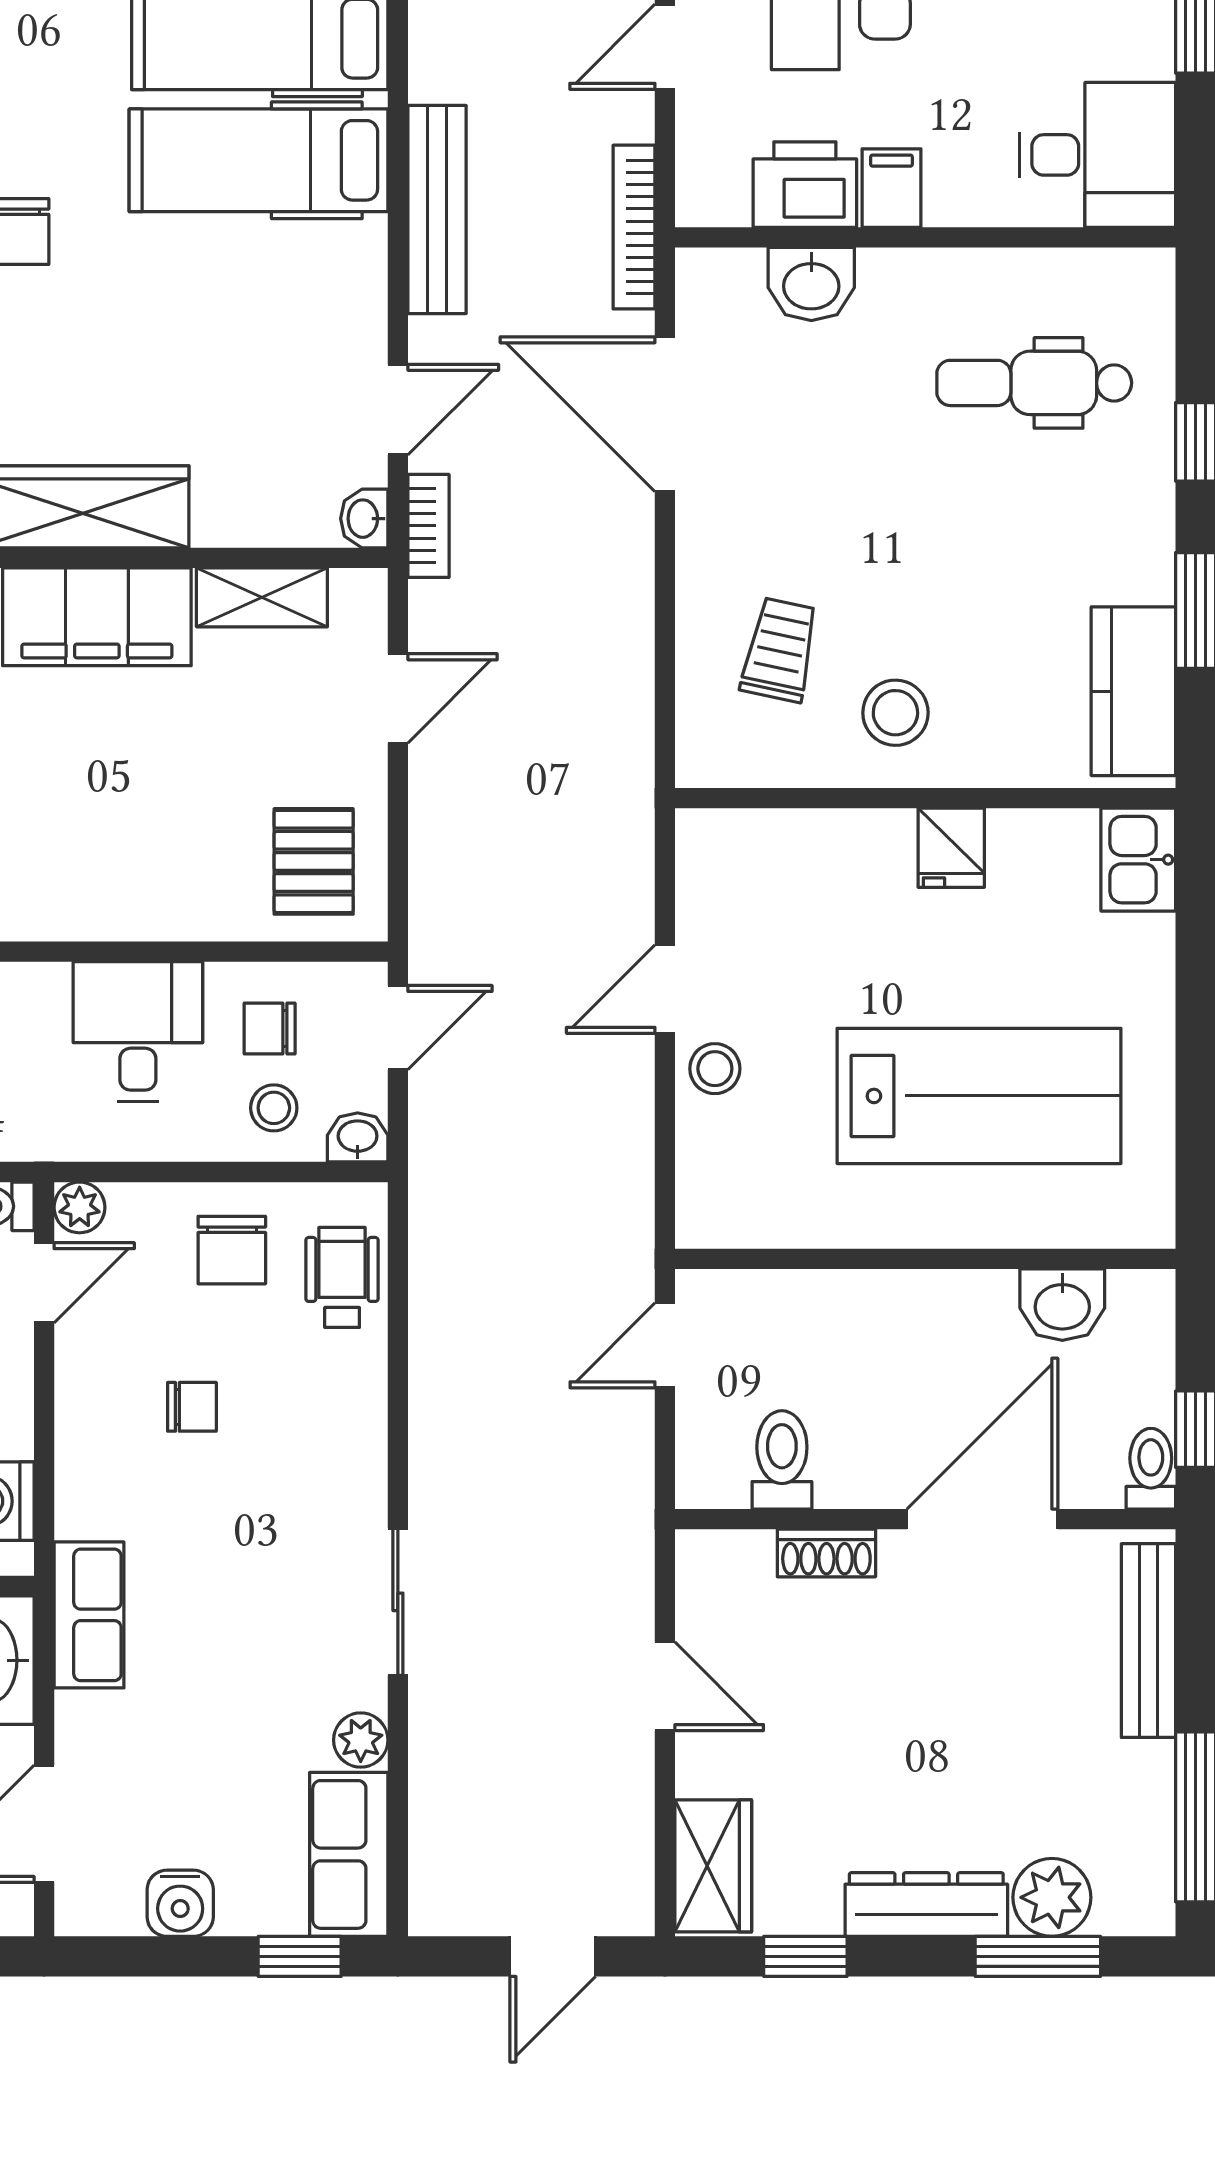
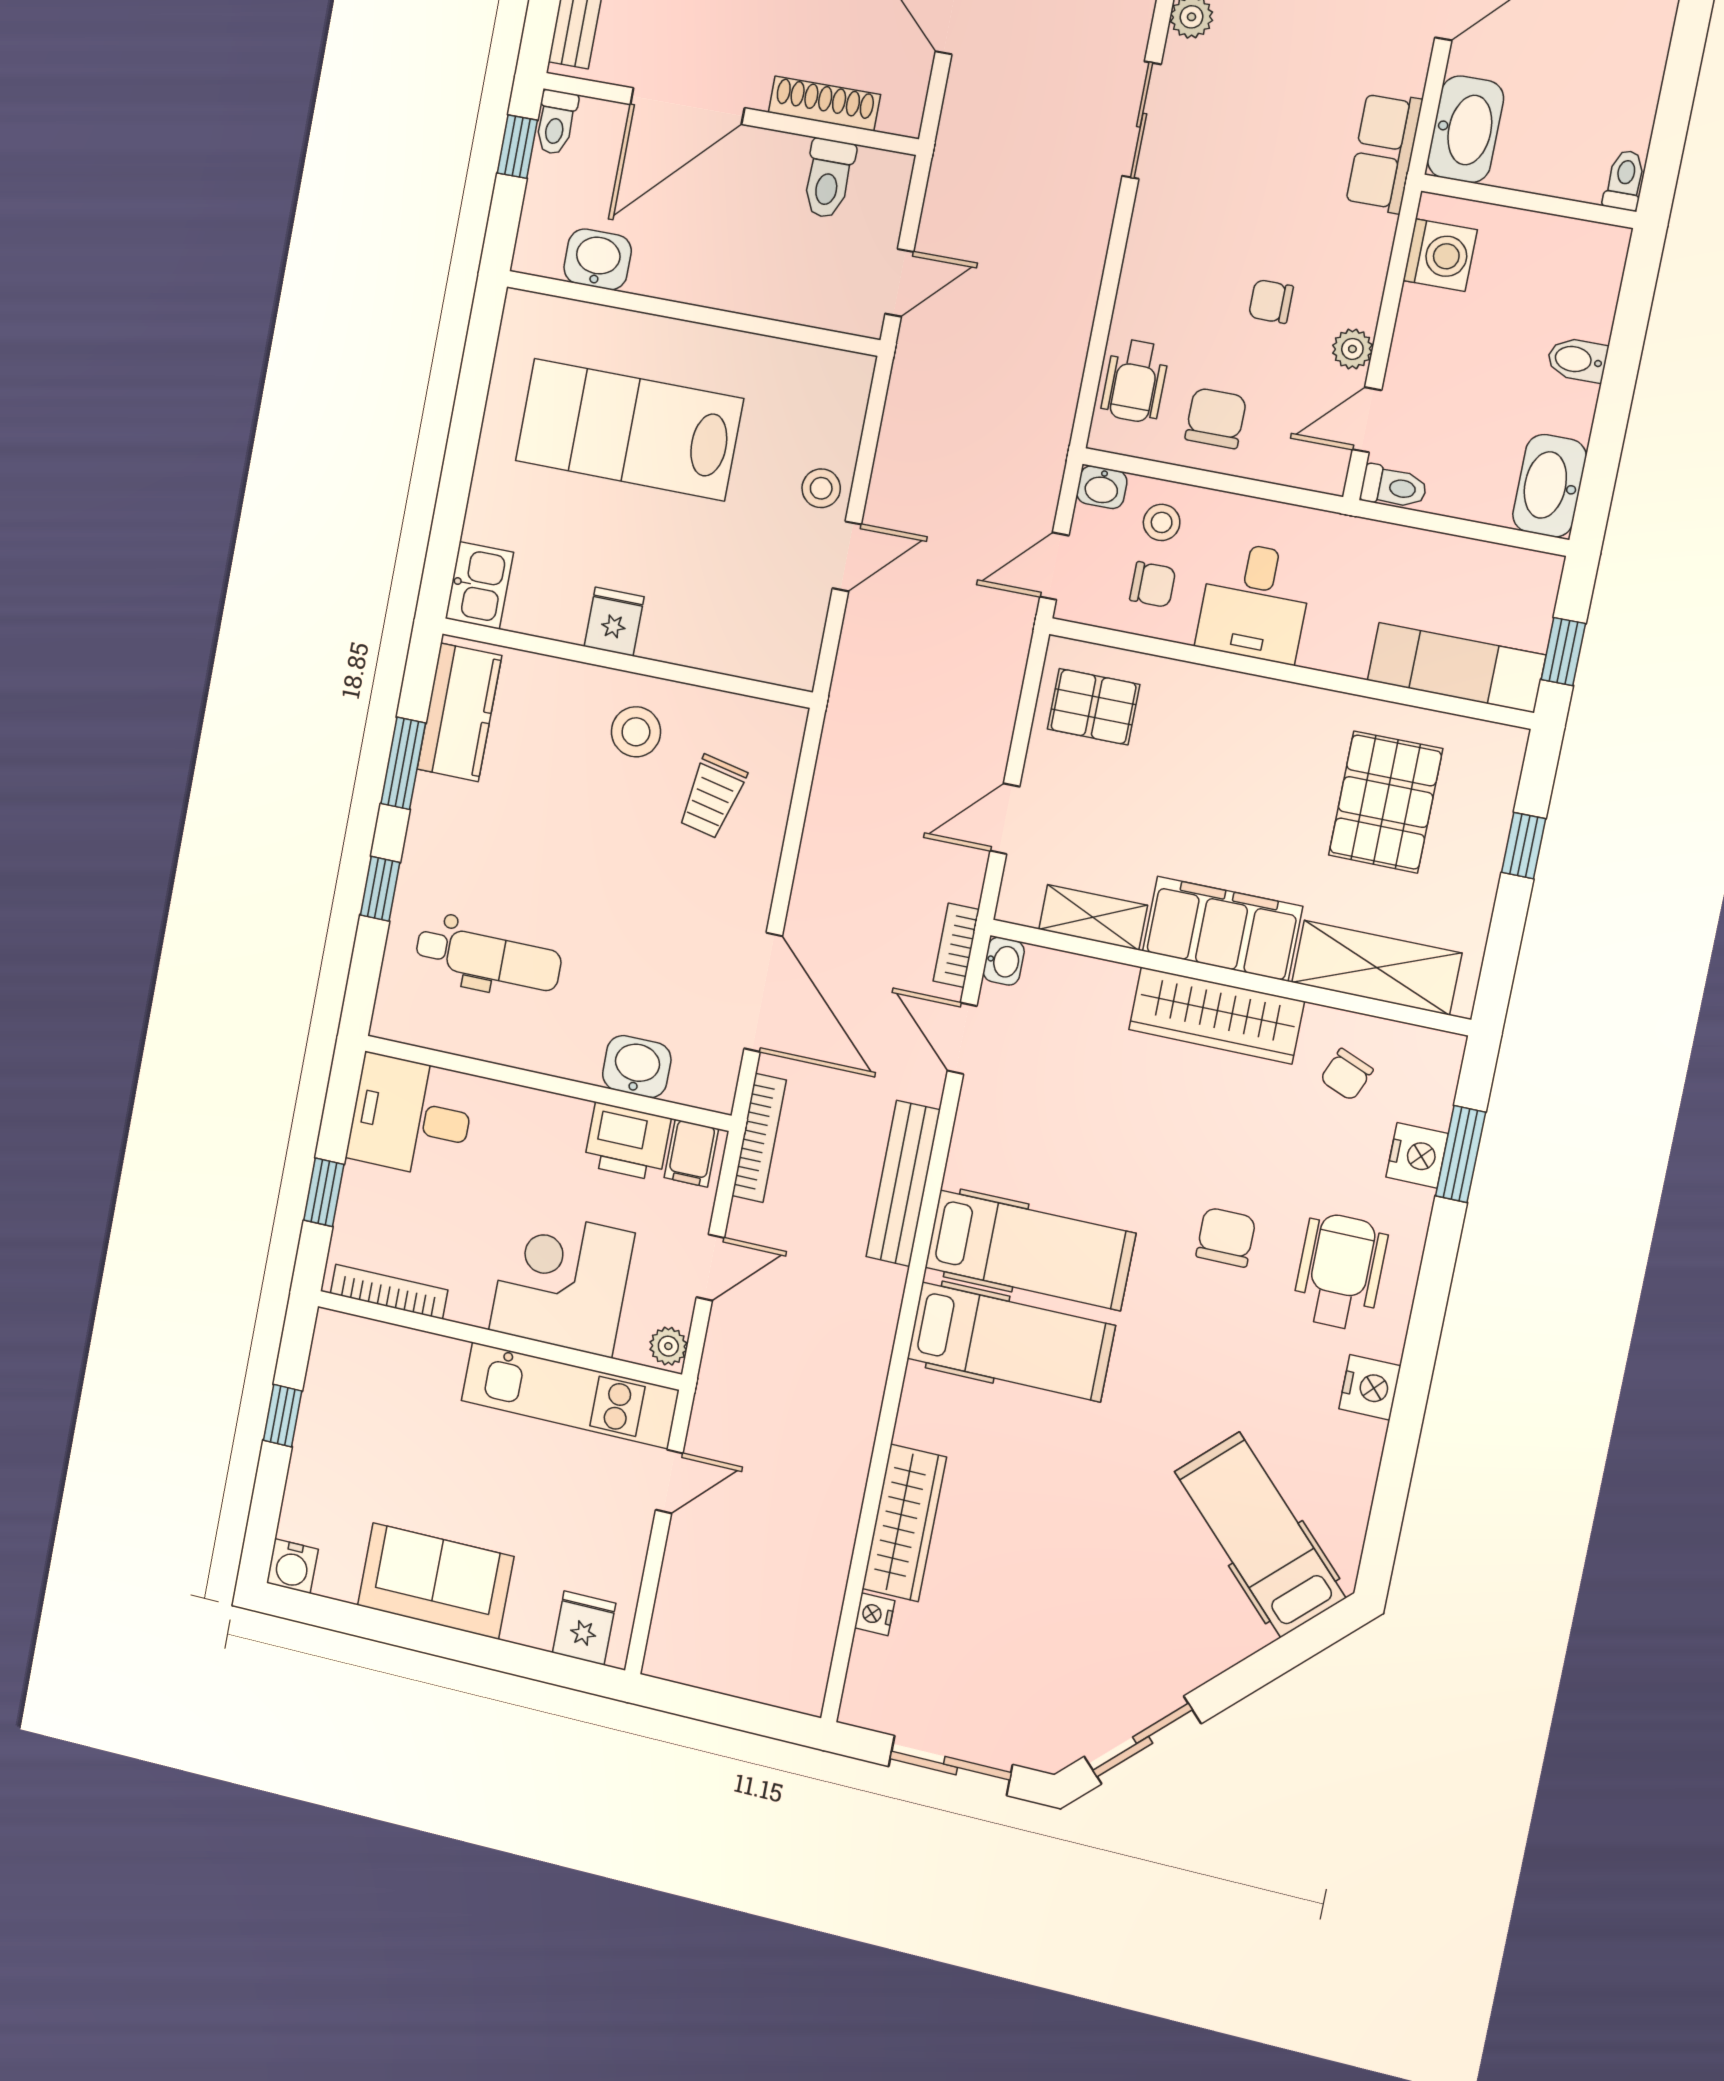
filing cabinet: (891, 188) -> (691, 1153), moved
door: (398, 410) -> (962, 1038), hinge flipped
pallet: (314, 861) -> (1094, 707), turned 90
plant: (80, 1207) -> (1352, 349), moved
shoe rack: (826, 1553) -> (824, 104), width x1.43

